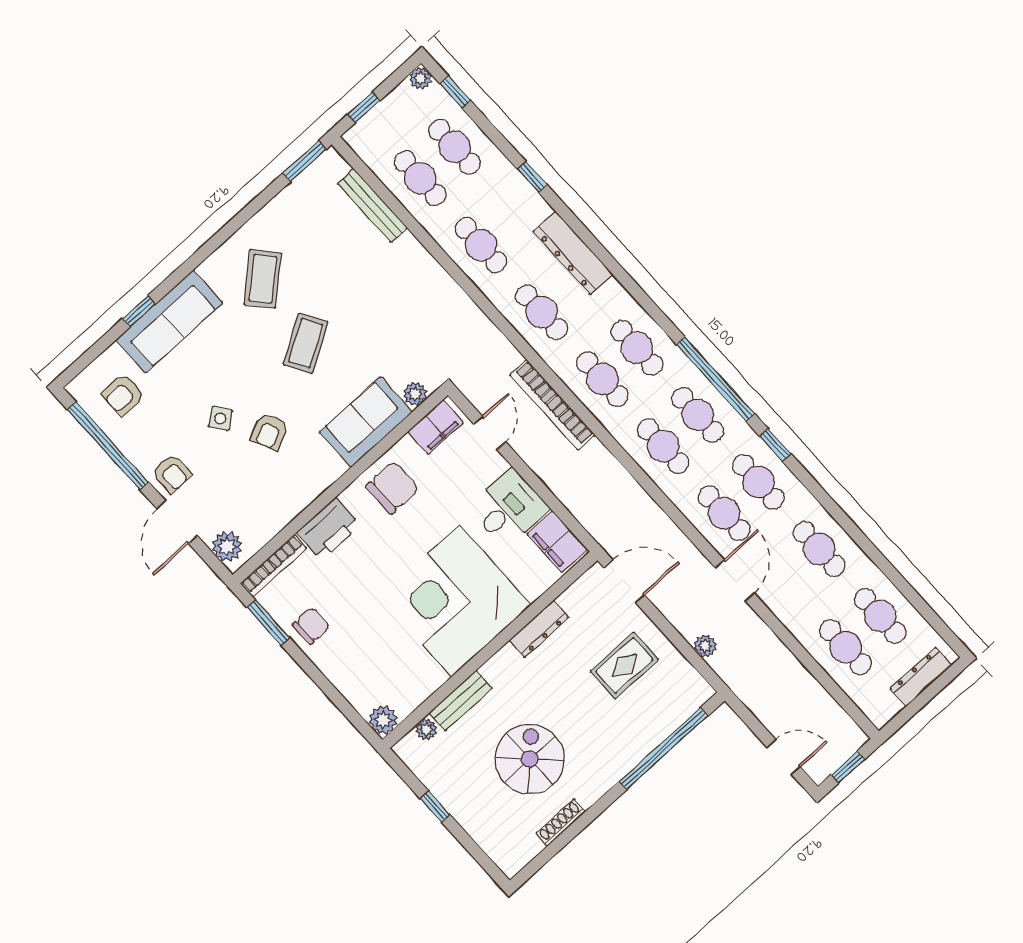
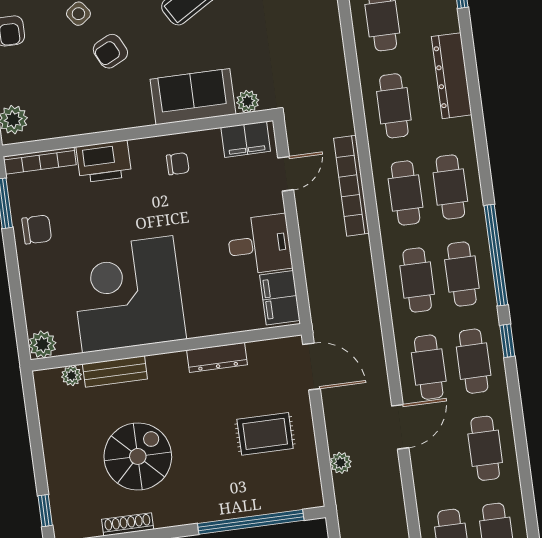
chair: (392, 488) -> (178, 164), width x0.54, depth x0.54
corner desk: (455, 601) -> (128, 294), moved
window: (435, 806) -> (45, 511), moved

